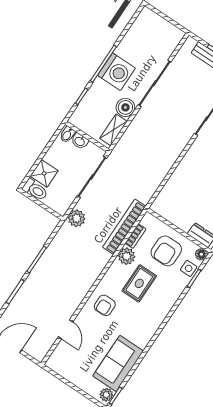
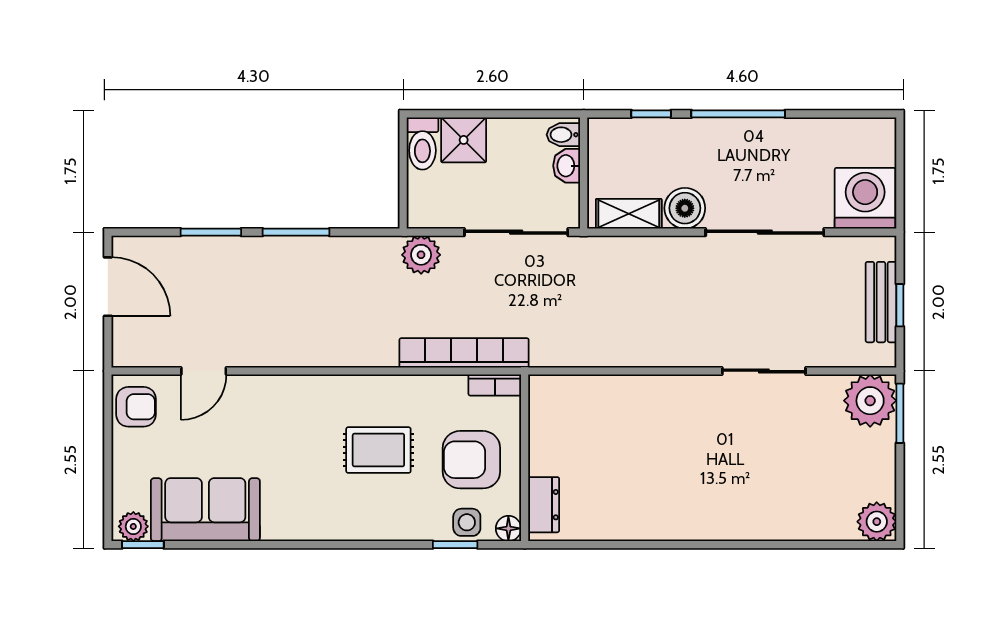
washing machine: (116, 72) -> (865, 198), moved, turned 180
bookcase: (136, 236) -> (495, 385), moved
plant: (127, 256) -> (413, 393), removed
armchair: (105, 305) -> (136, 407), moved, turned 180

